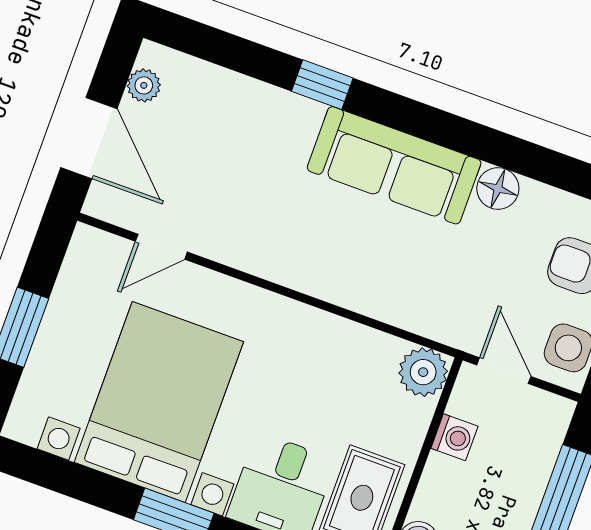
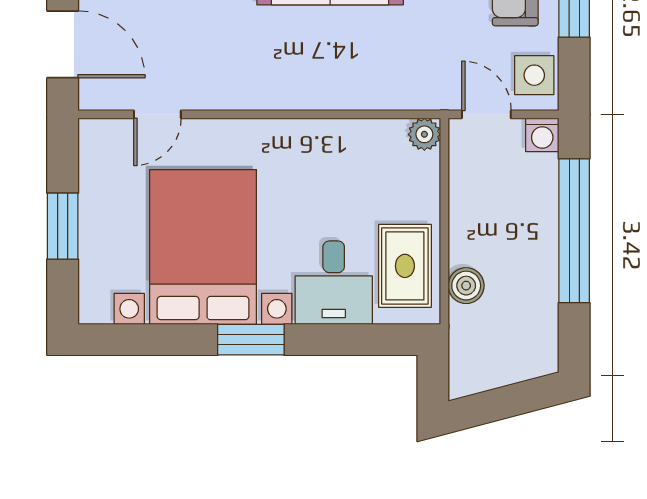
plant: (423, 372) -> (424, 134), width x0.73, depth x0.73
washing machine: (454, 437) -> (542, 135), moved, turned 90

